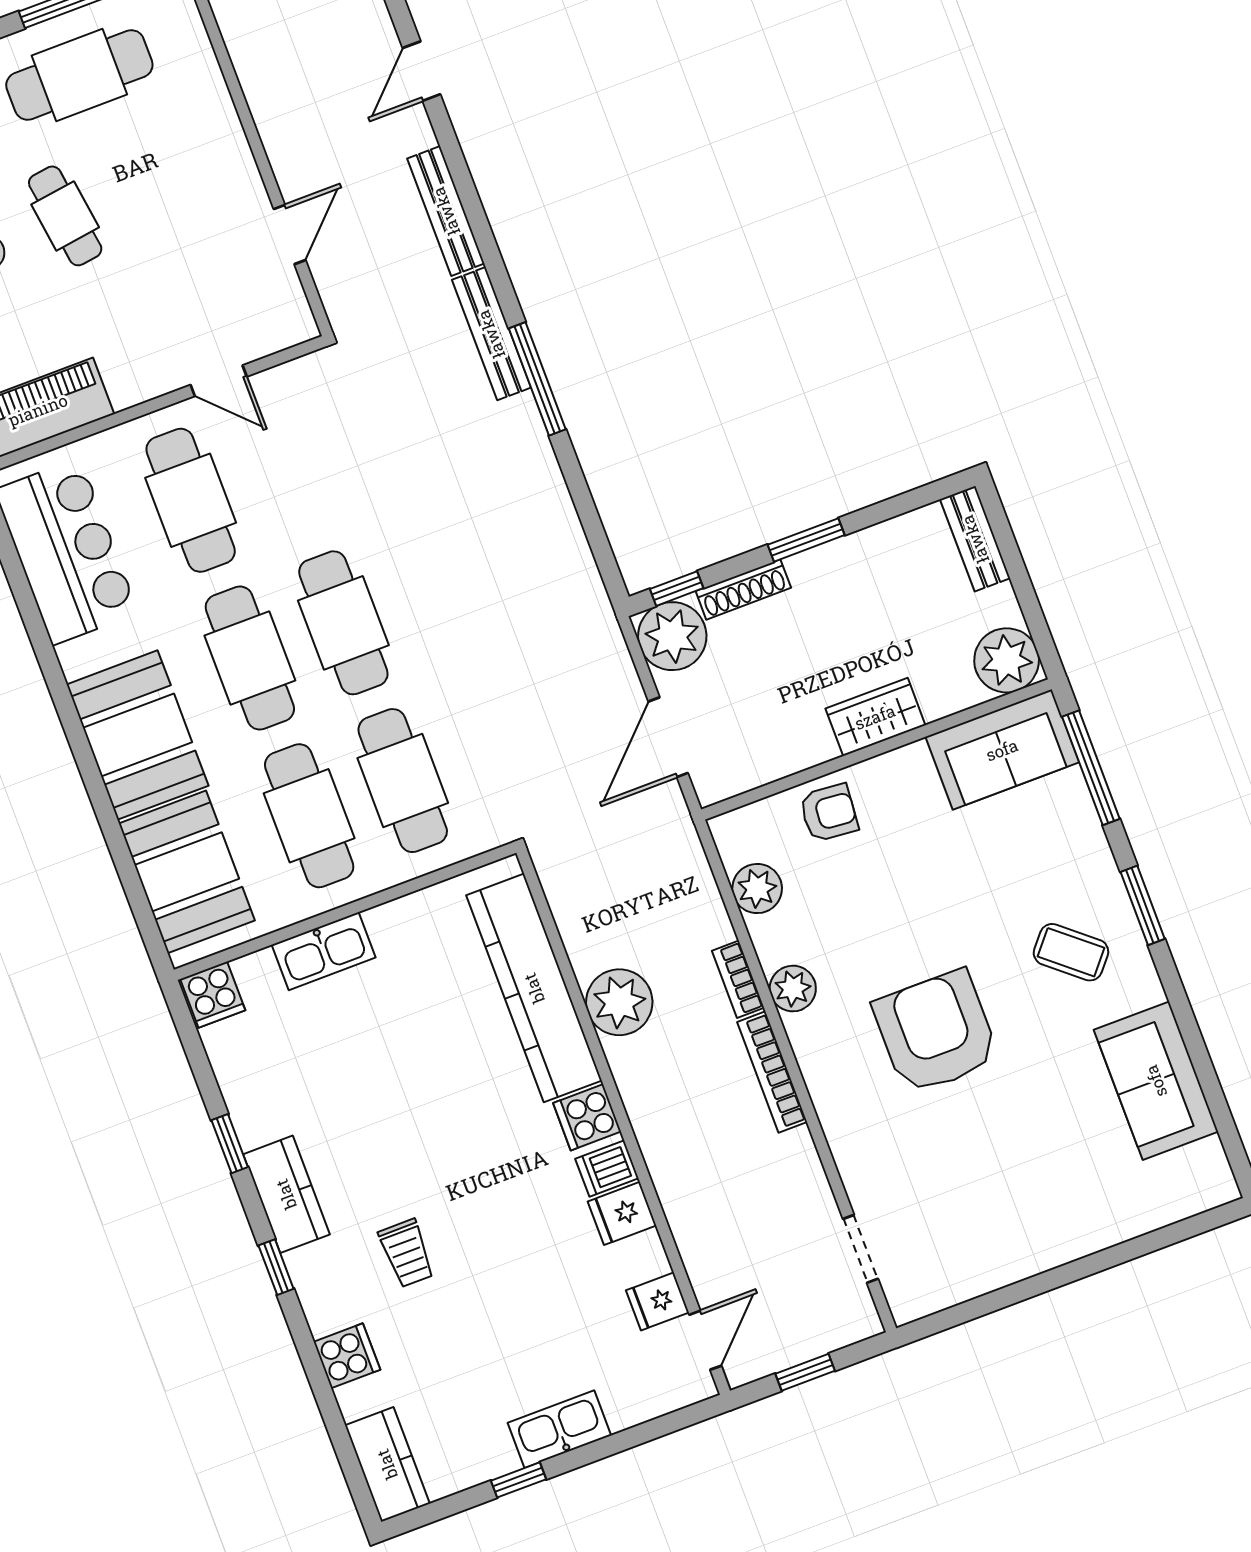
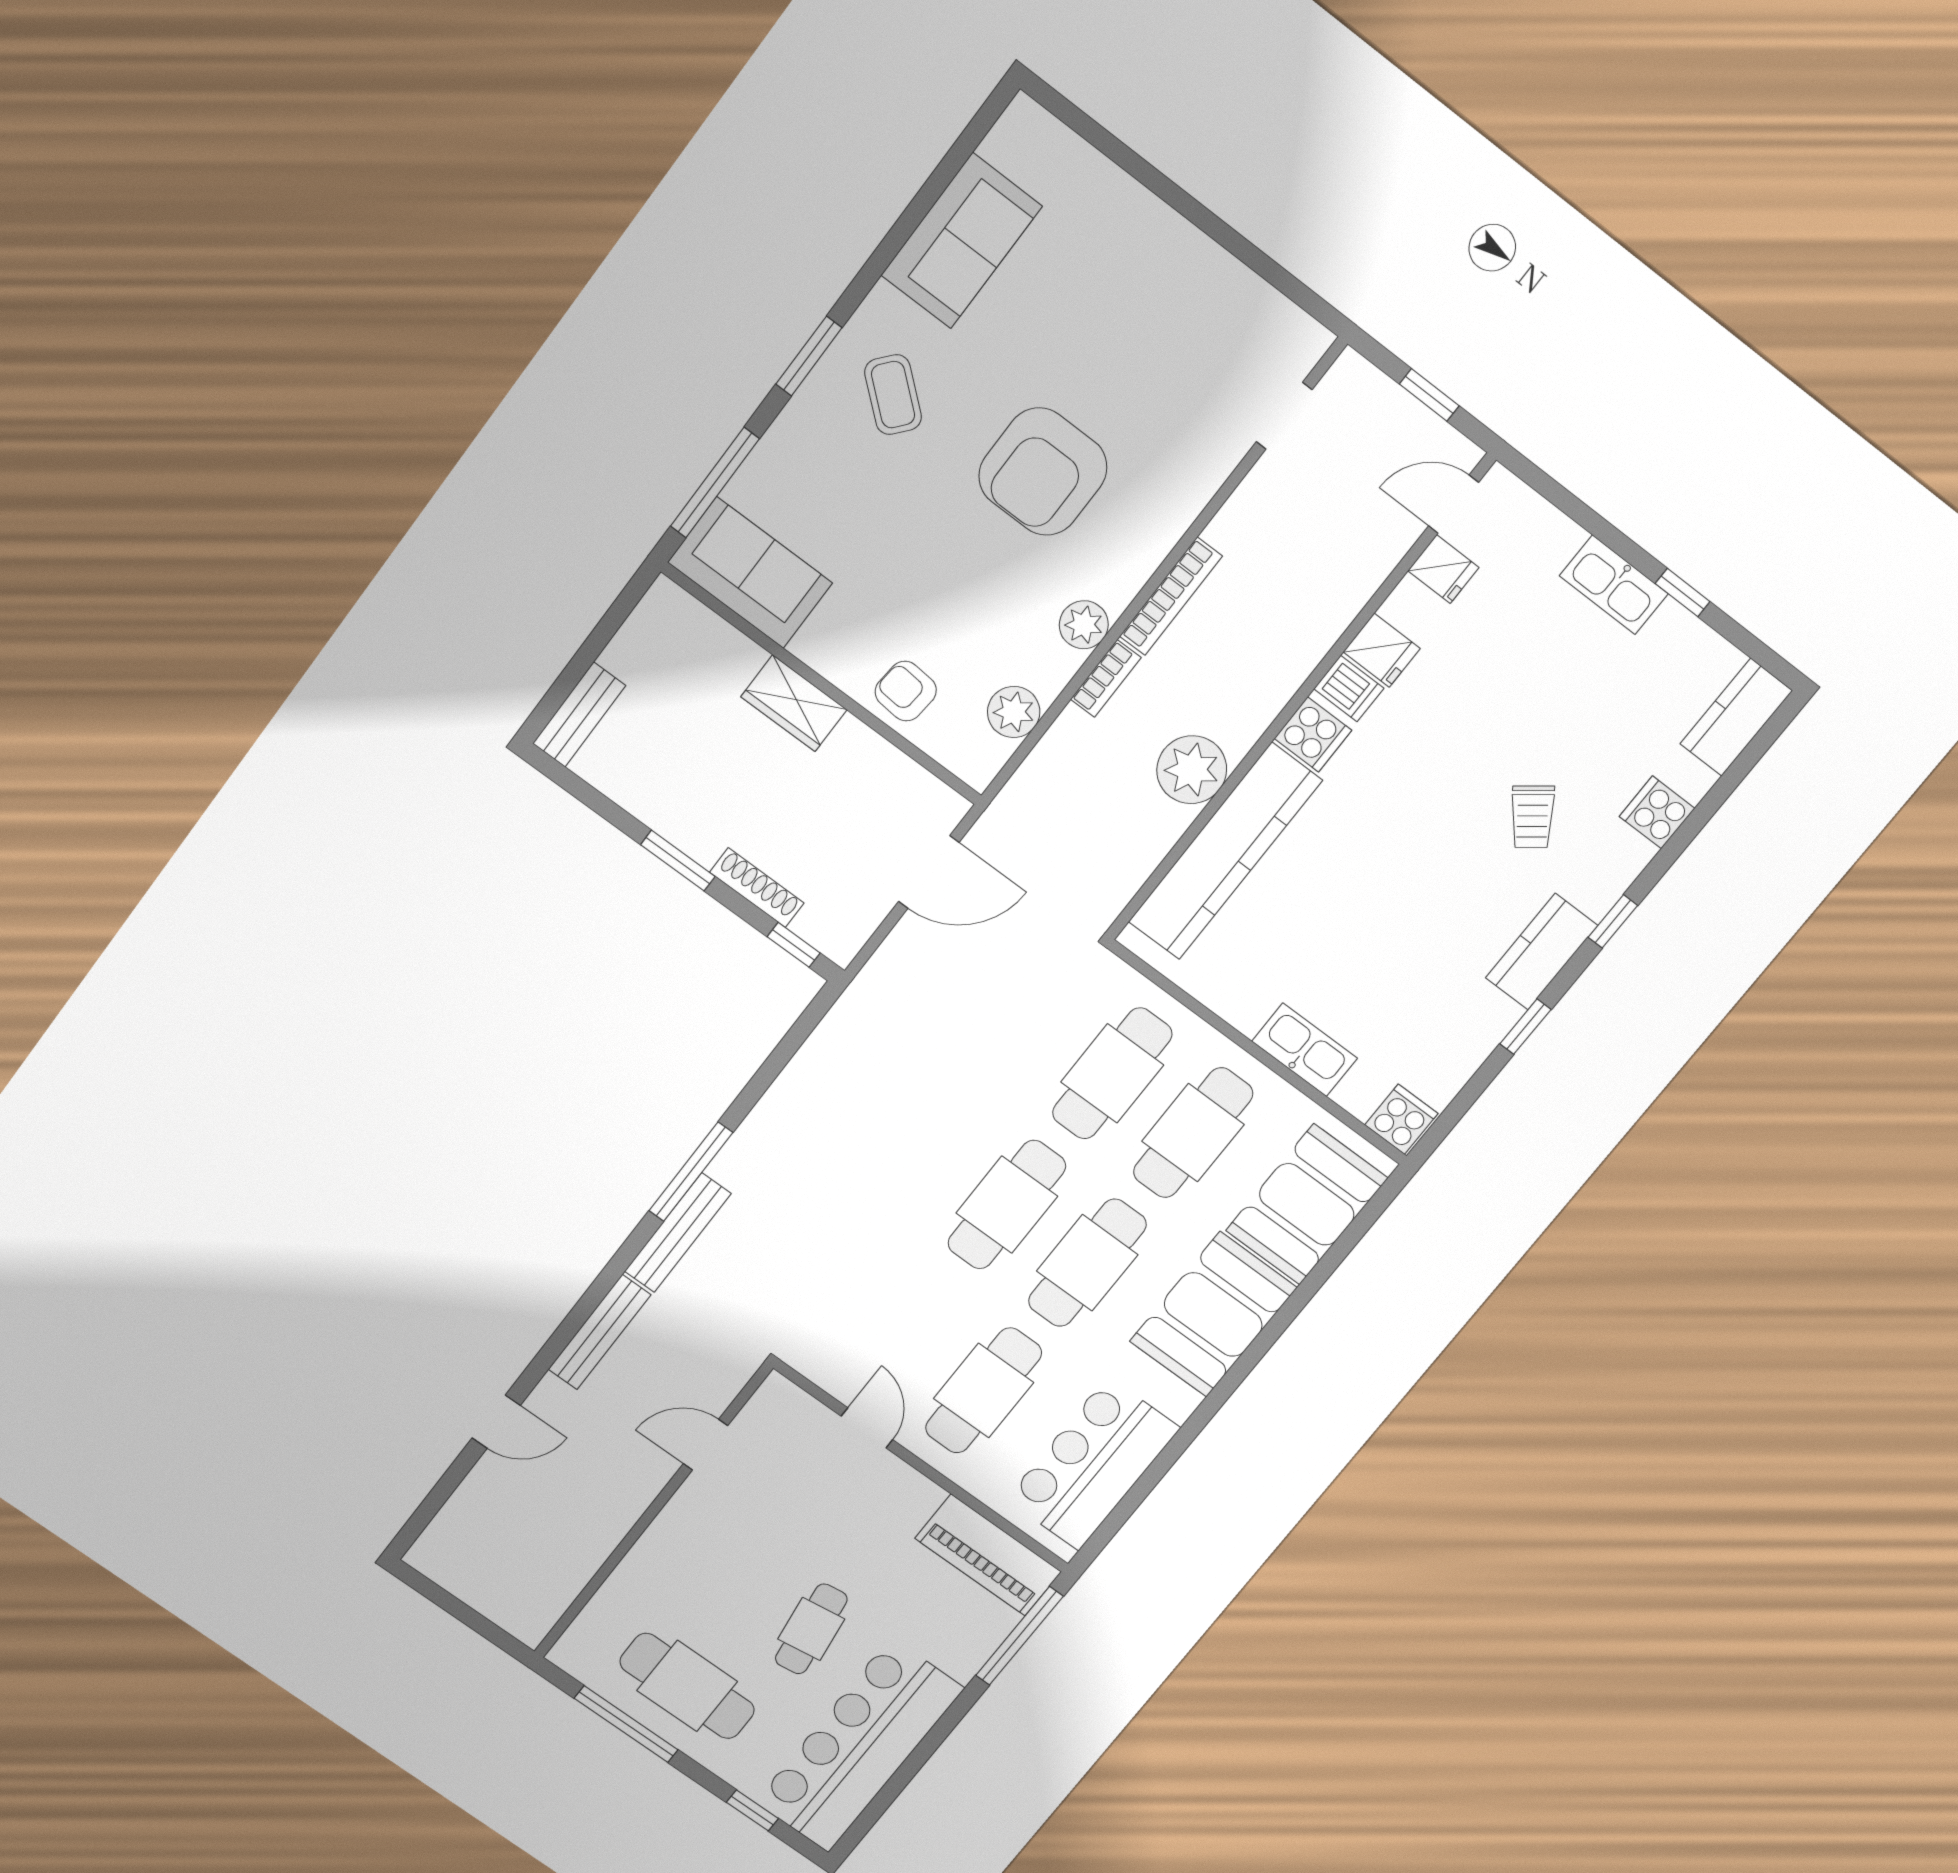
plant: (672, 636) -> (838, 923), removed
plant: (1007, 660) -> (668, 619), removed
trolley: (407, 1253) -> (1532, 817), turned 143

